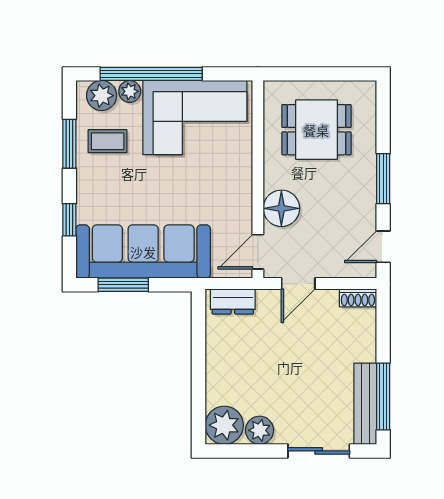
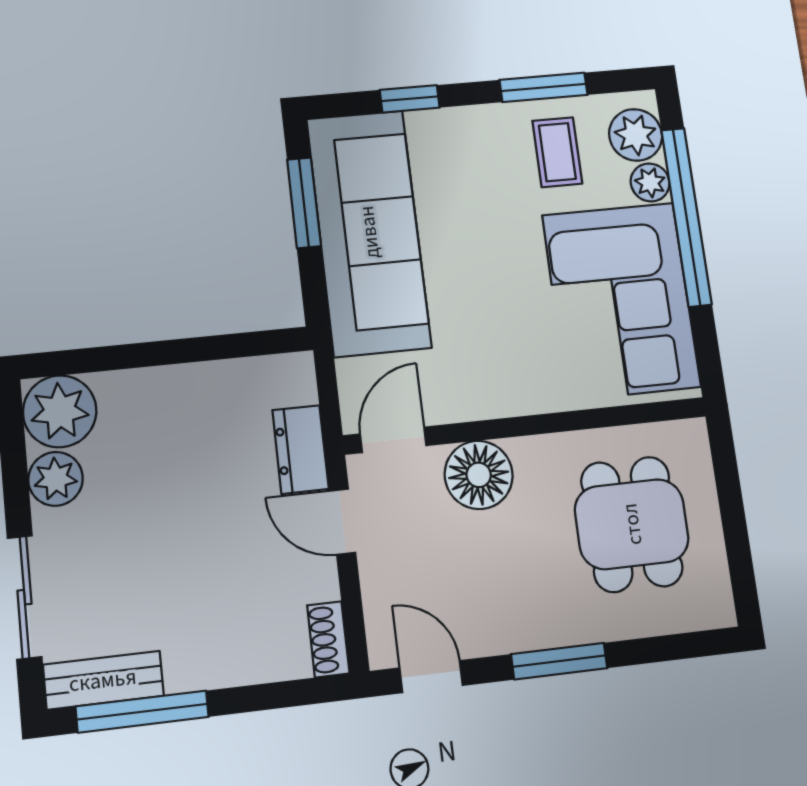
door: (258, 252) -> (393, 440), hinge flipped
dresser: (233, 301) -> (300, 449), moved
bench: (365, 404) -> (103, 680), width x0.73

